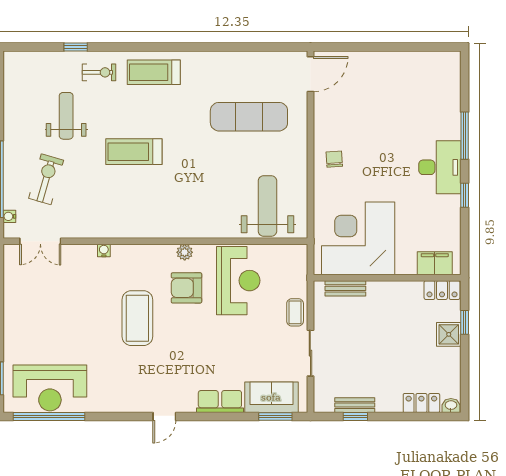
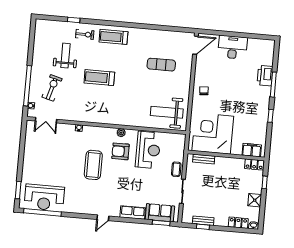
exercise mat: (249, 117) -> (161, 65), width x0.73, depth x0.69
printer: (447, 120) -> (265, 76), added
desk: (440, 167) -> (233, 47), moved, turned -90
weight bench: (267, 206) -> (167, 112), turned -90
shower: (449, 334) -> (255, 200), moved

